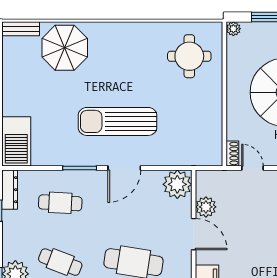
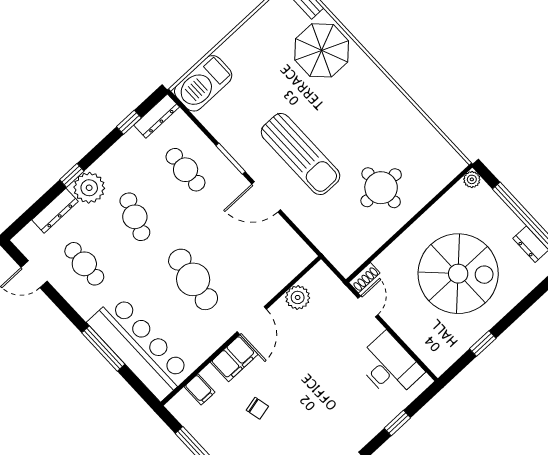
round table: (189, 56) -> (381, 188), moved
sun lounger: (117, 121) -> (301, 154), turned 180
plant: (177, 184) -> (294, 255), removed
door: (194, 234) -> (252, 321), moved

